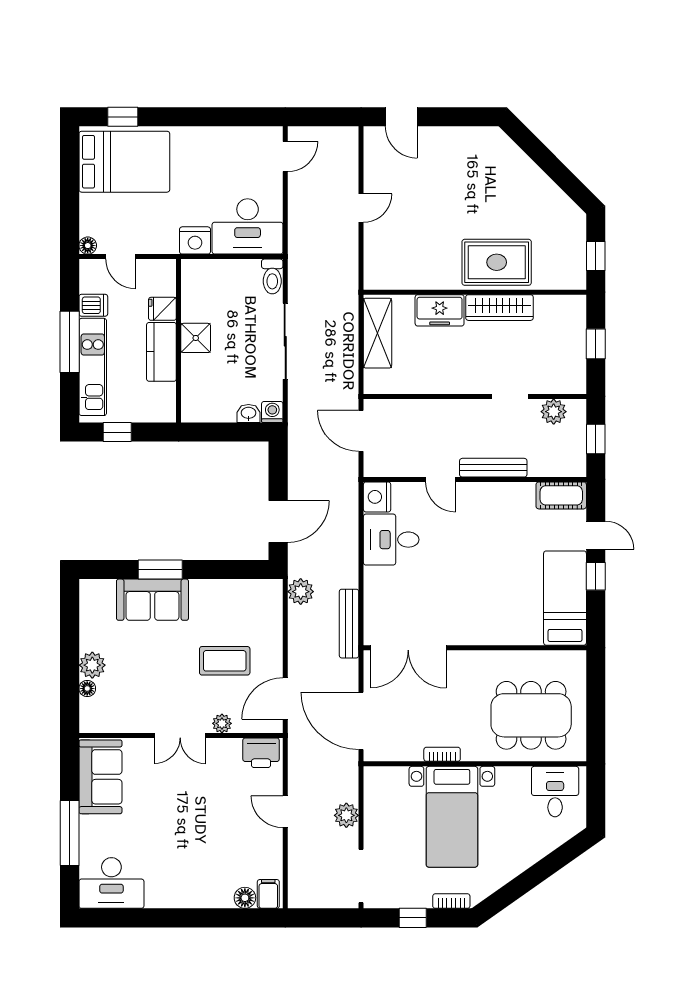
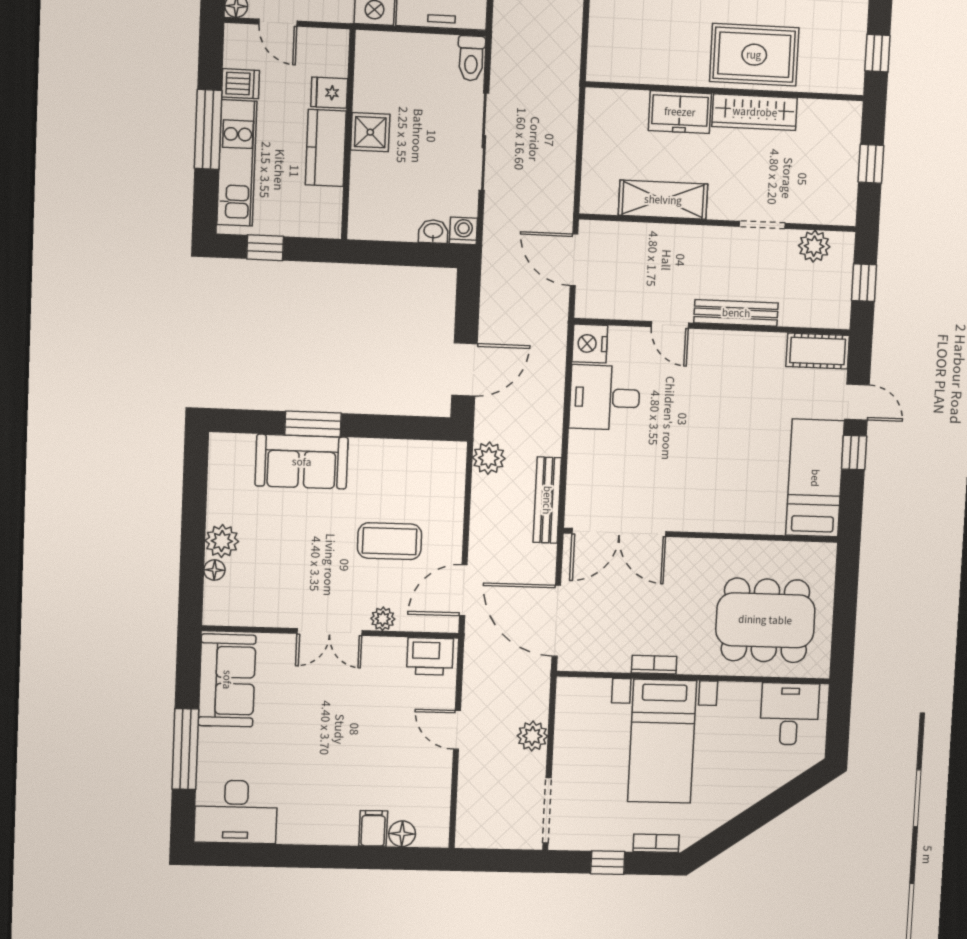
shelving: (377, 333) -> (663, 200), moved, turned 90
filing cabinet: (268, 894) -> (373, 828), moved

